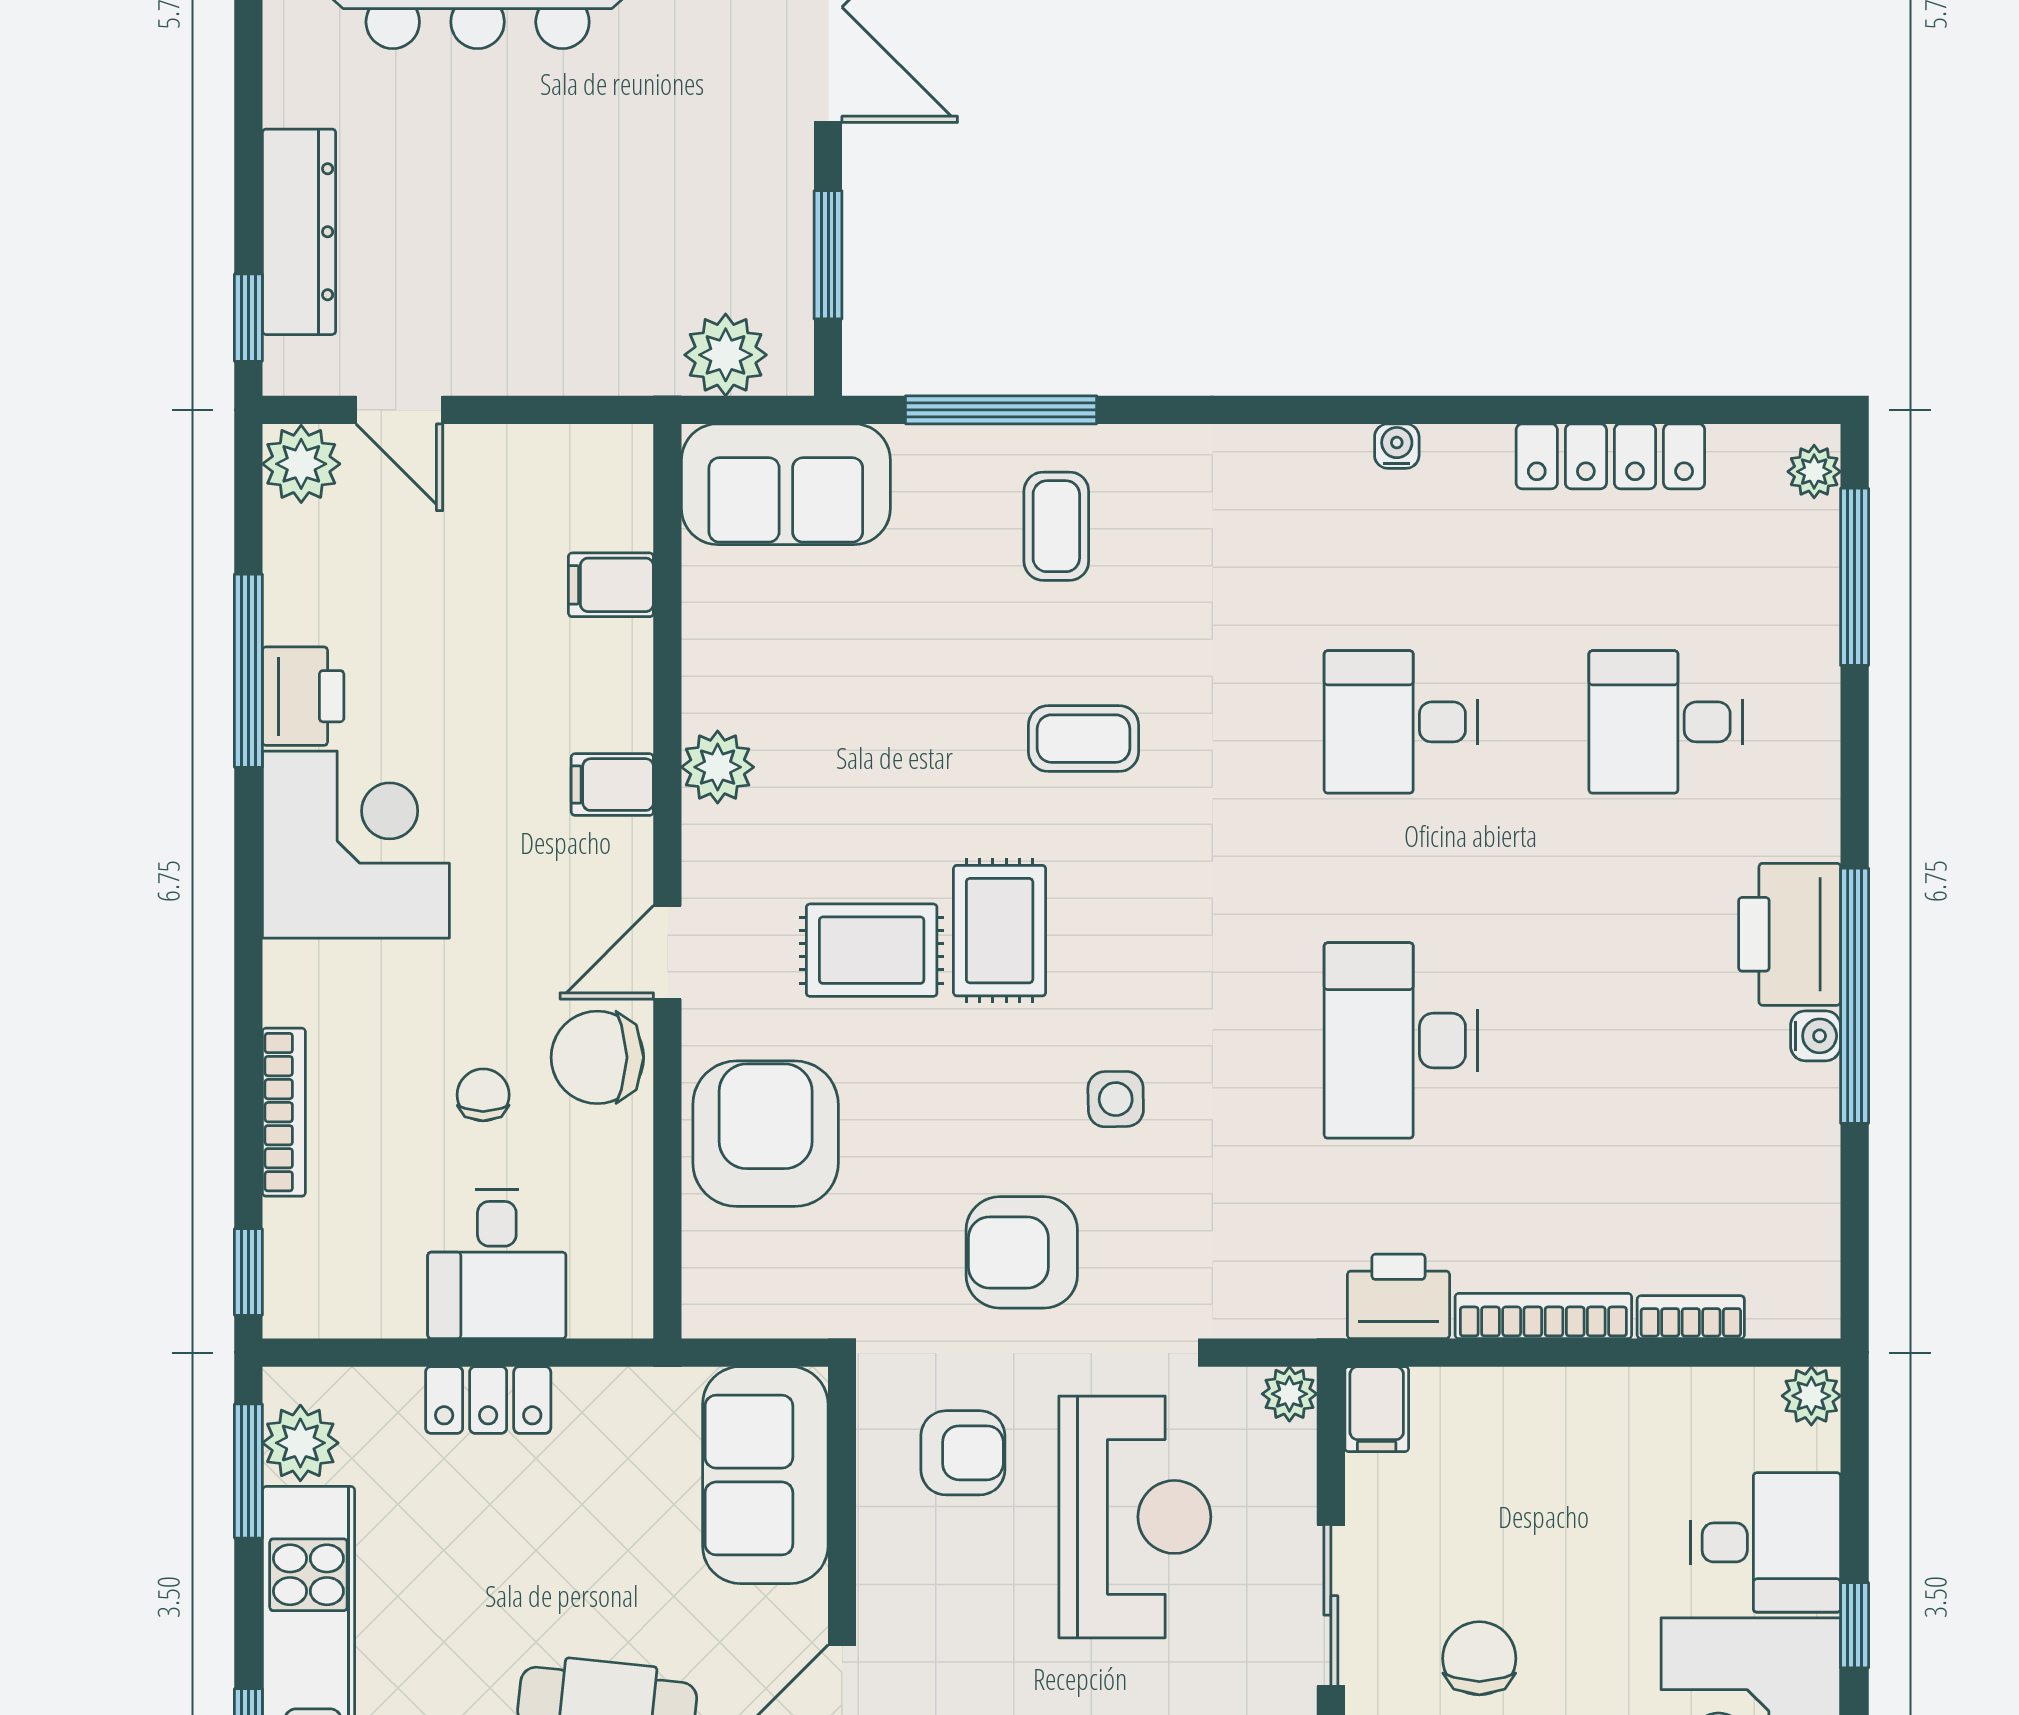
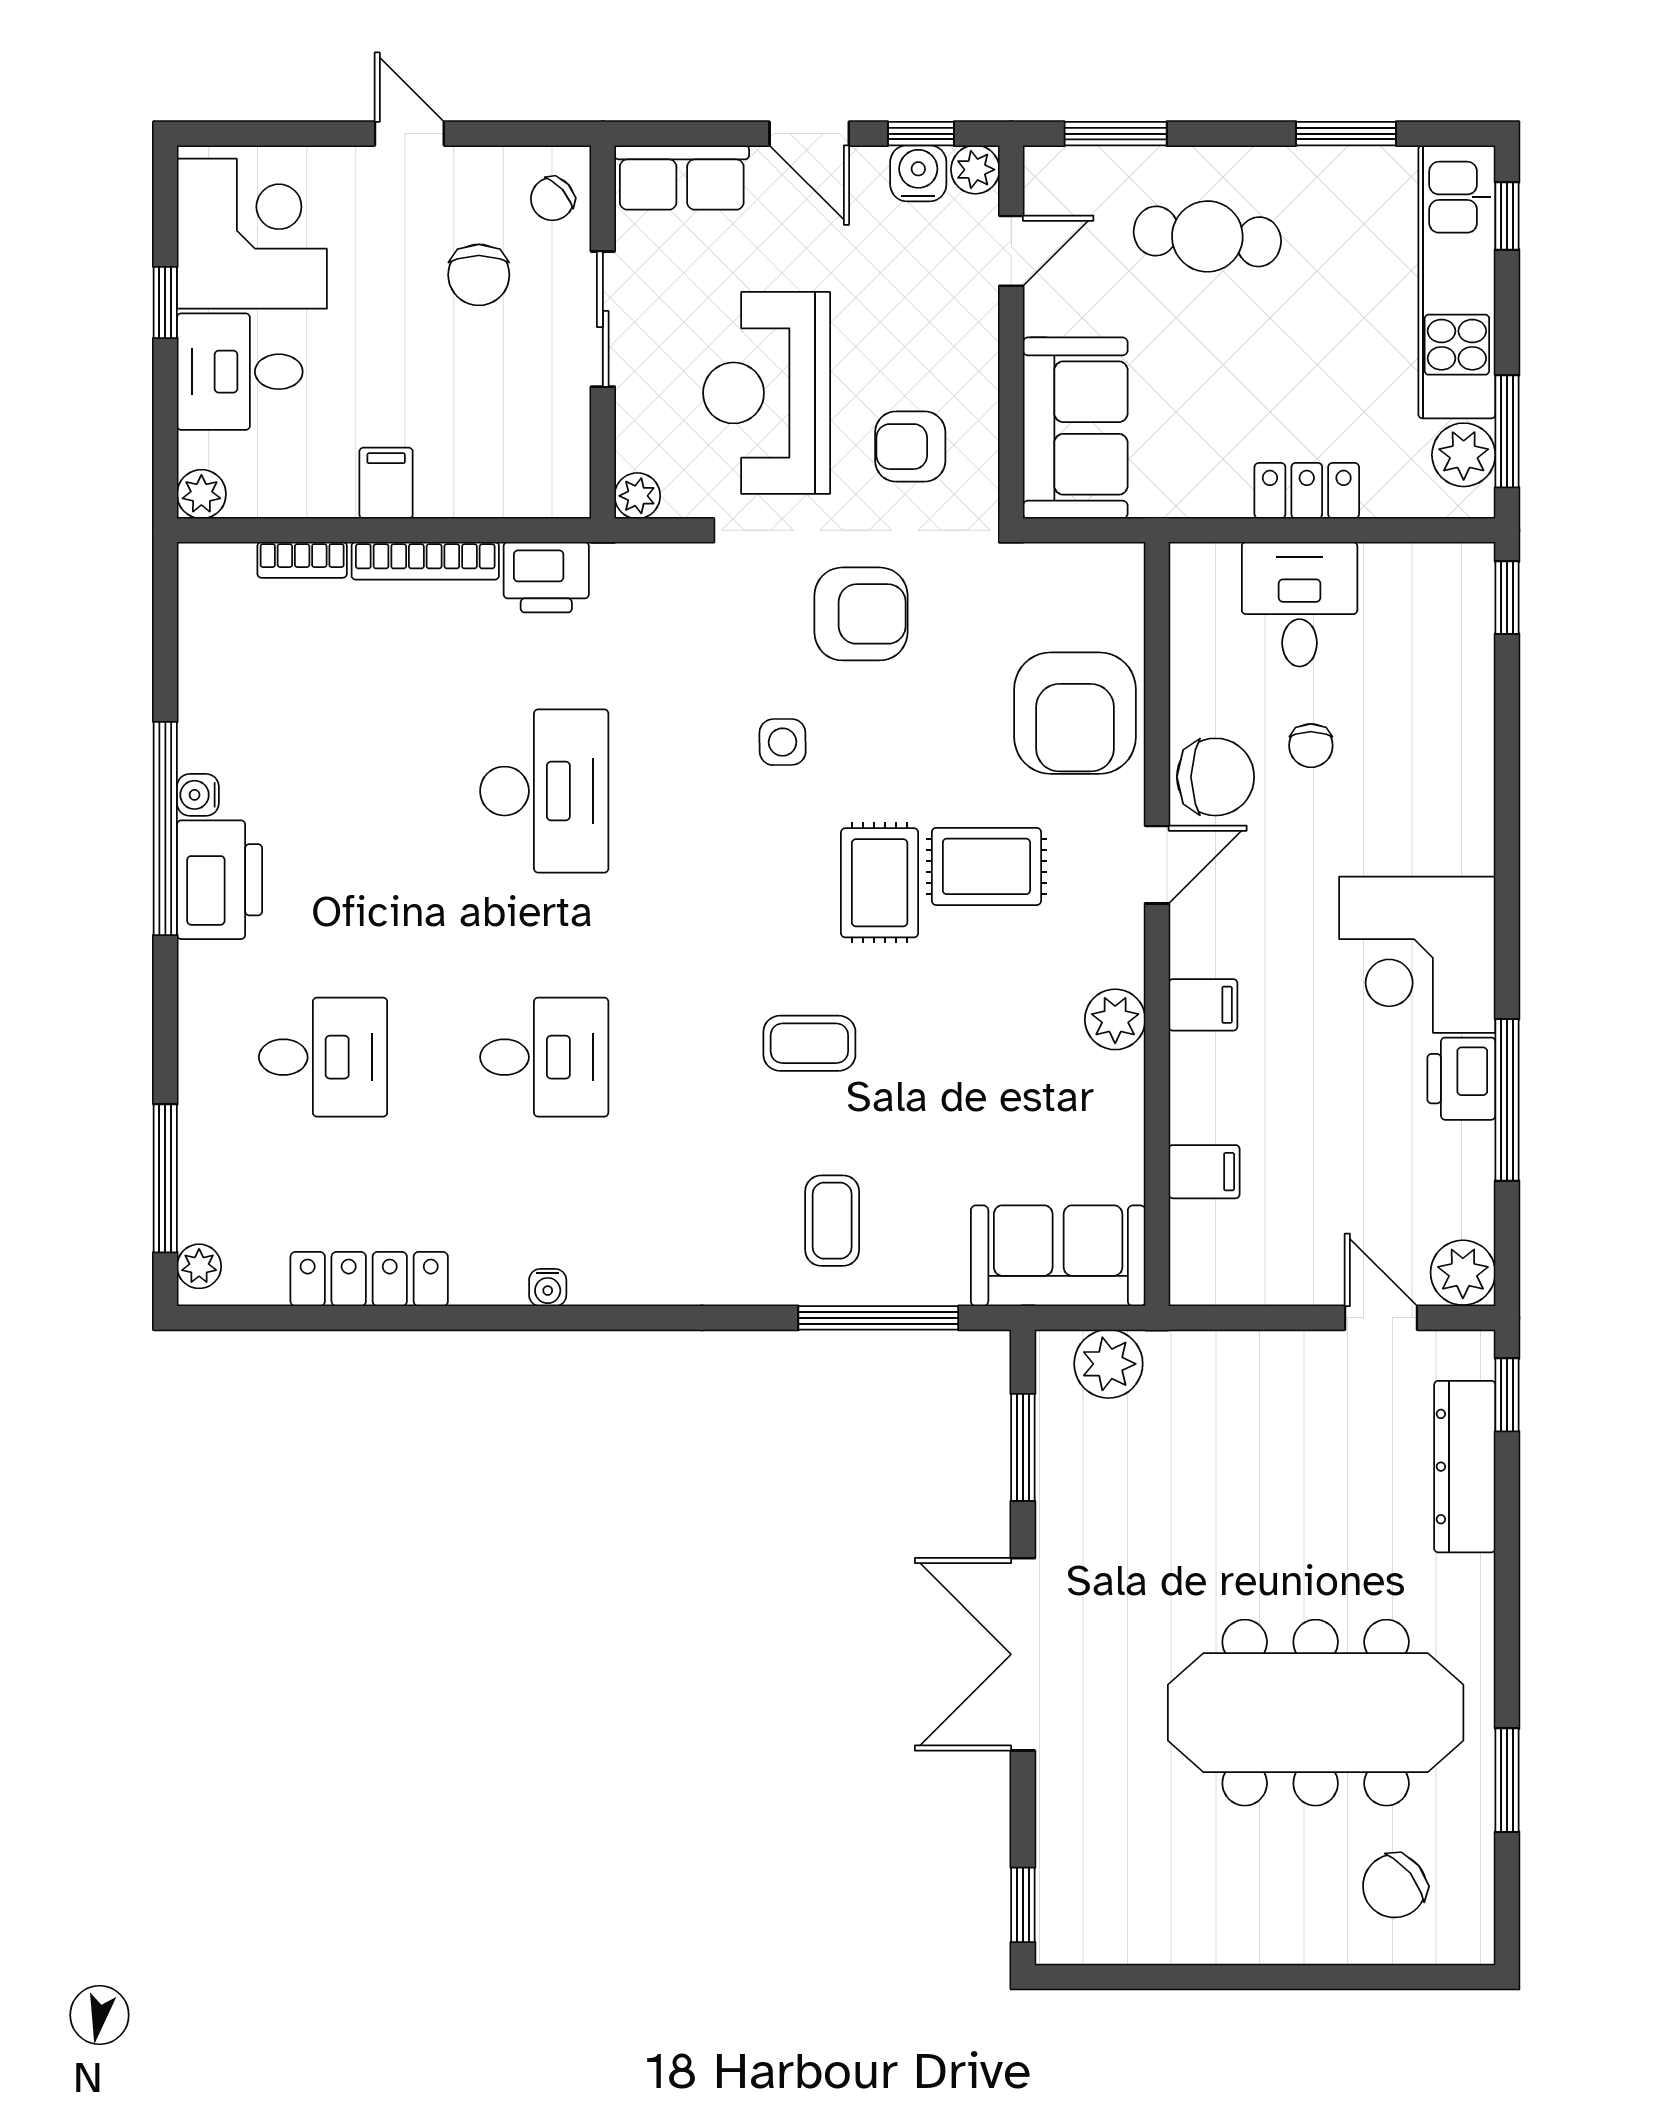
bookcase: (284, 1112) -> (1477, 731), removed
filing cabinet: (1377, 1409) -> (386, 483), moved

